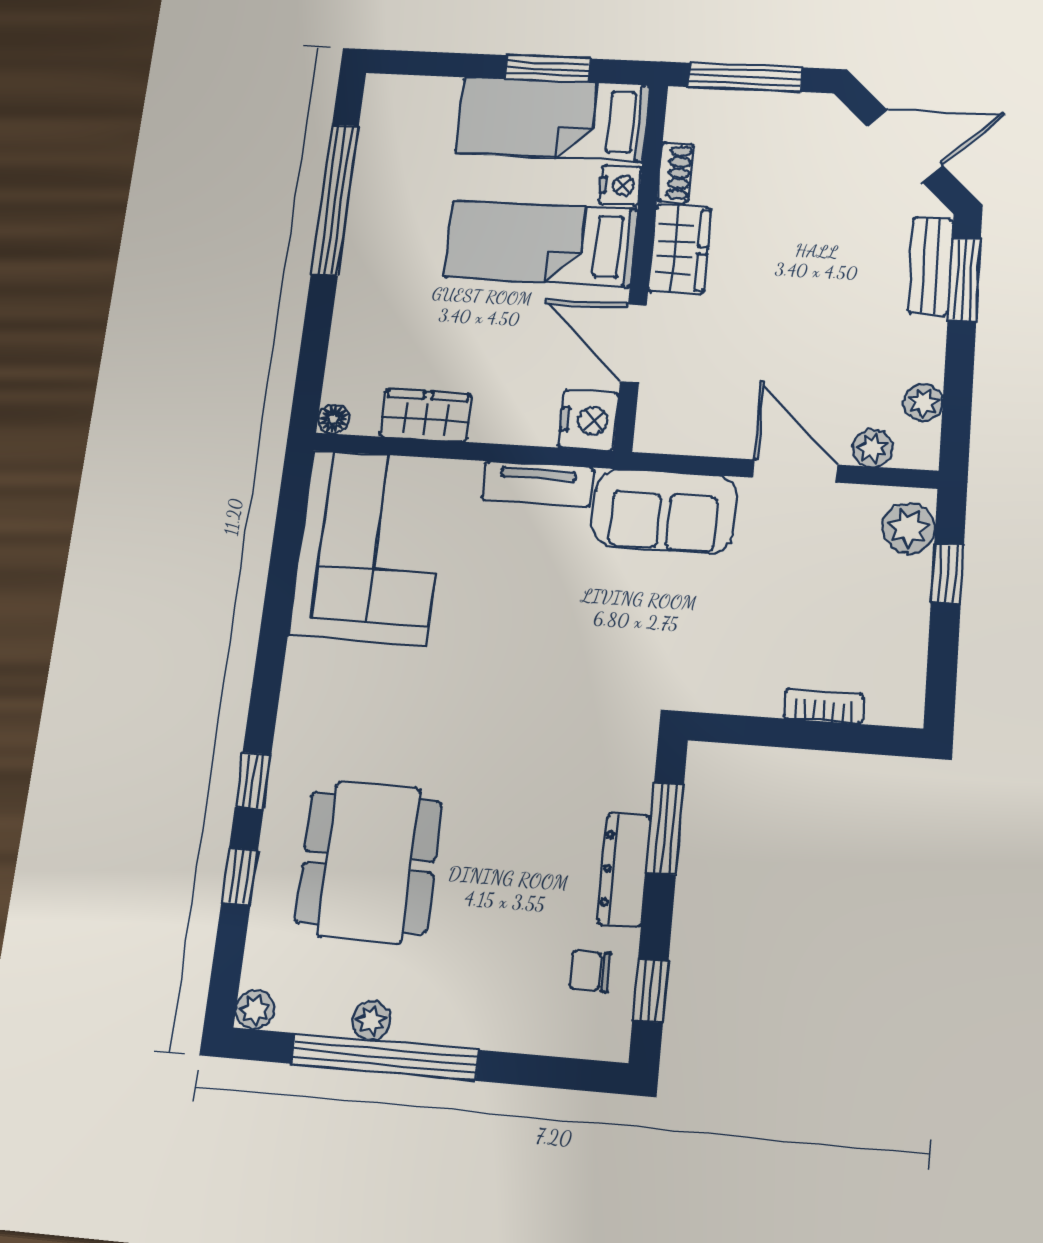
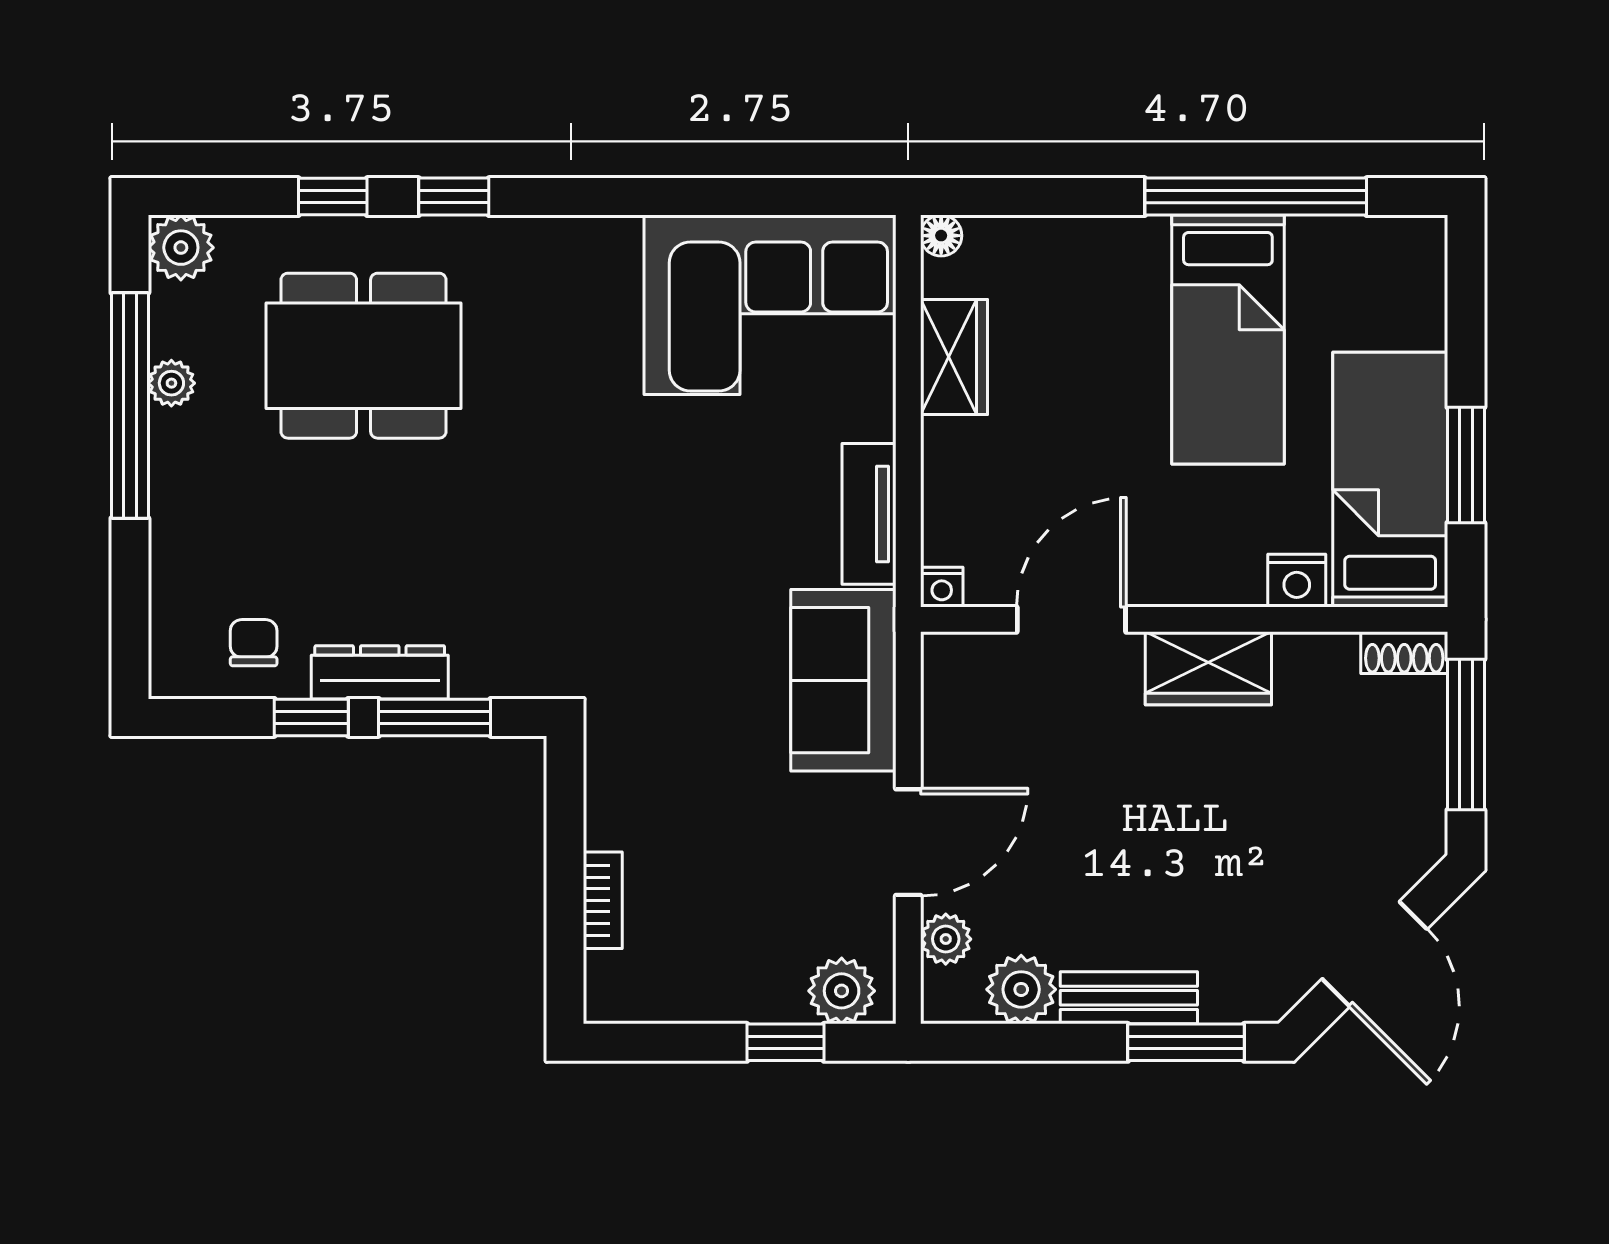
shoe rack: (675, 173) -> (1404, 653), moved
bed: (541, 243) -> (1228, 340), moved, turned 180
bench: (931, 266) -> (1129, 998), moved
plant: (923, 403) -> (1021, 989), width x1.38, depth x1.38
nightstand: (589, 420) -> (942, 587), width x0.53, depth x0.56
window: (650, 991) -> (311, 717), moved
plant: (255, 1010) -> (181, 248), width x1.38, depth x1.38

